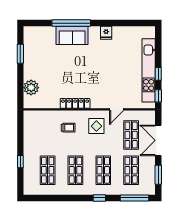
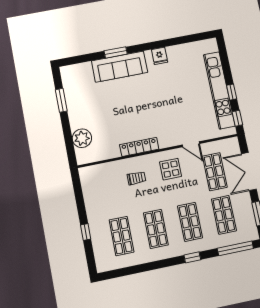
window: (71, 23) -> (116, 52), width x0.47
sofa: (72, 35) -> (120, 67), width x1.36
door: (117, 109) -> (191, 144), hinge flipped

